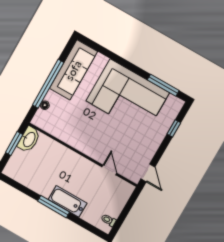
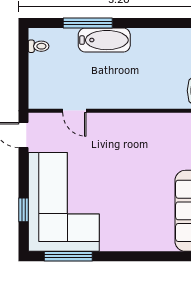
corner sofa: (128, 97) -> (64, 202), moved, turned 90
window: (53, 207) -> (88, 23), moved

